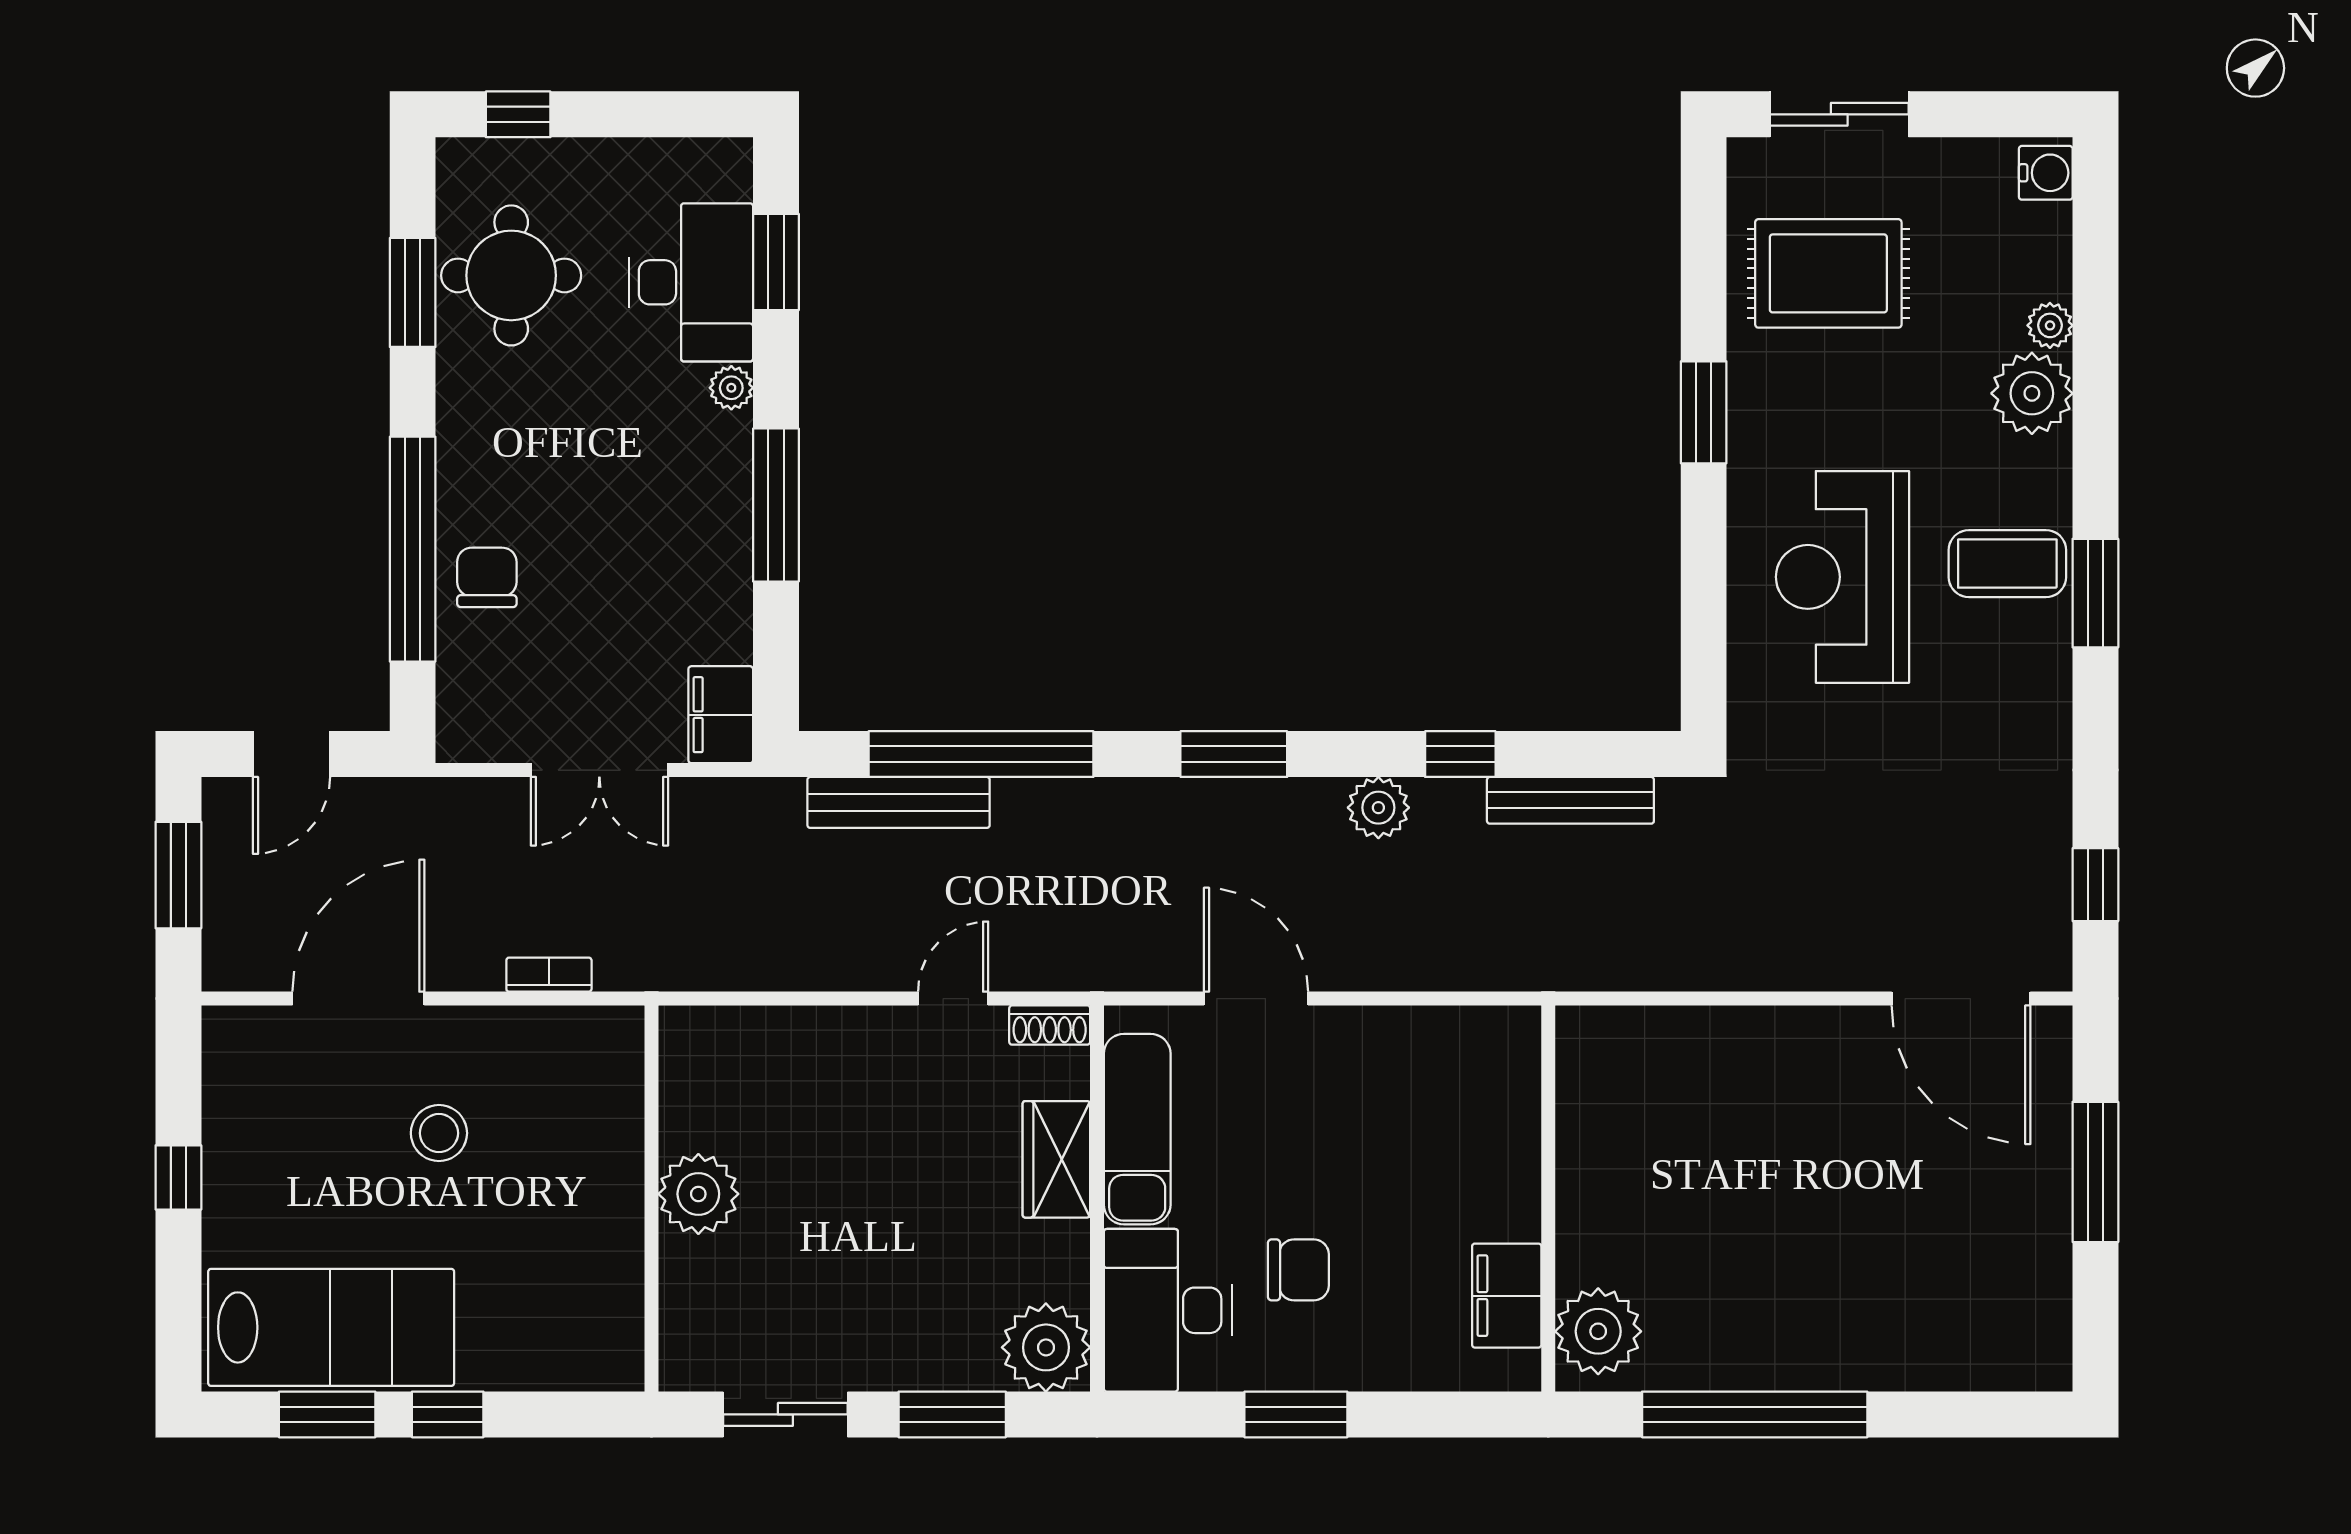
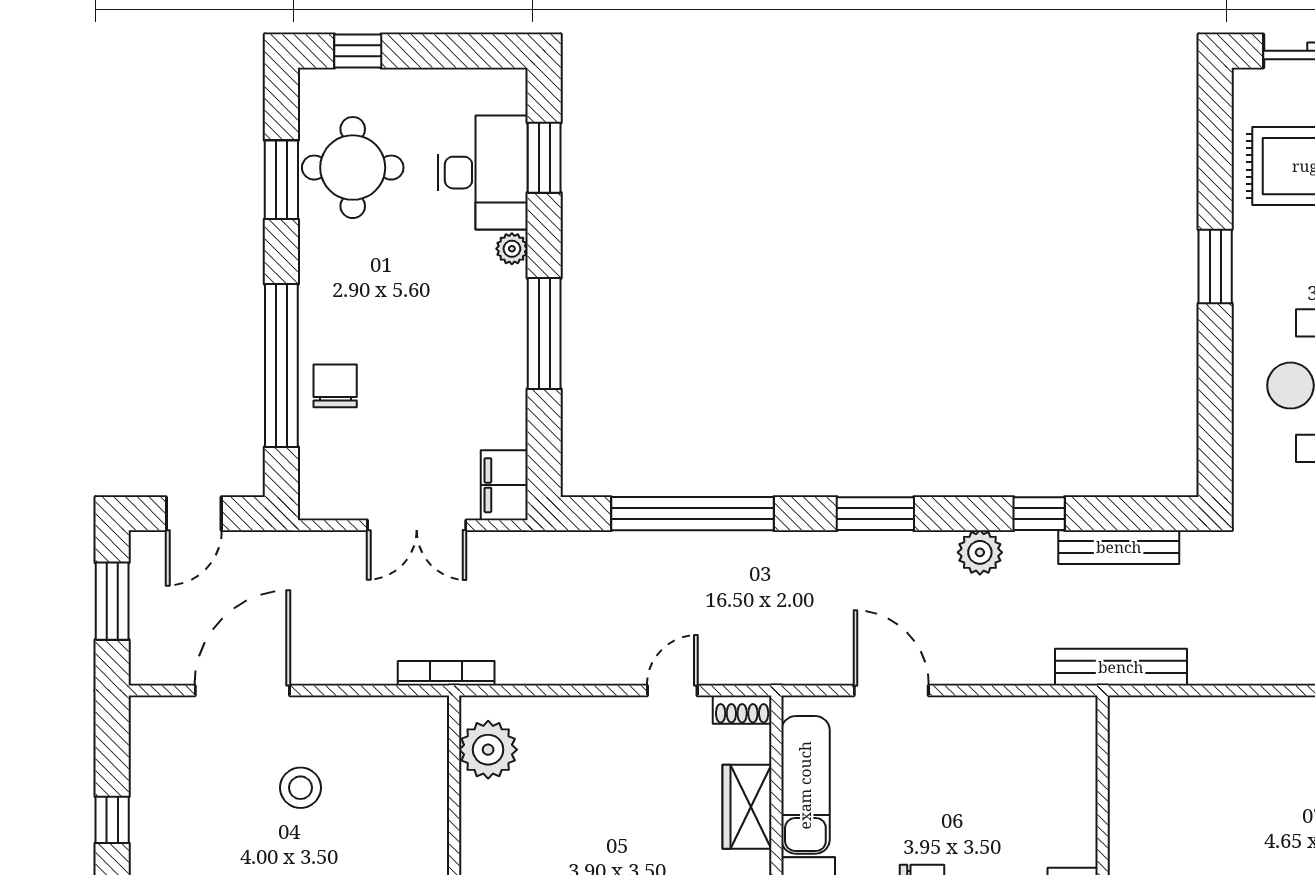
bench: (899, 802) -> (1121, 667), moved
bookcase: (549, 975) -> (446, 673), moved, width x1.56
plant: (698, 1194) -> (488, 750), moved

